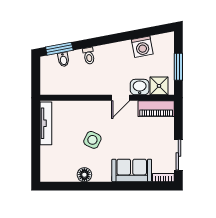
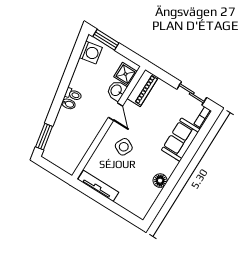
washing machine: (142, 47) -> (91, 52), moved
toilet: (89, 56) -> (73, 94), moved
bidet: (63, 59) -> (68, 104), moved
window: (178, 67) -> (106, 40), moved
side table: (92, 140) -> (124, 147), moved

